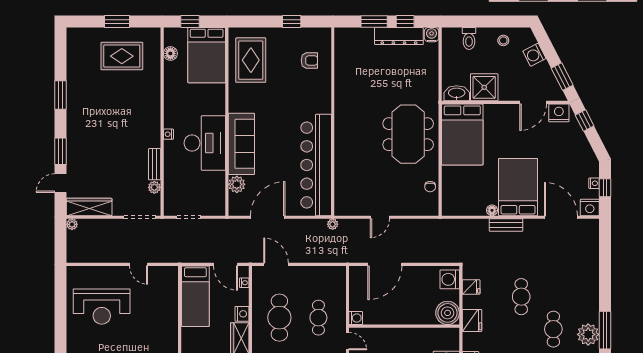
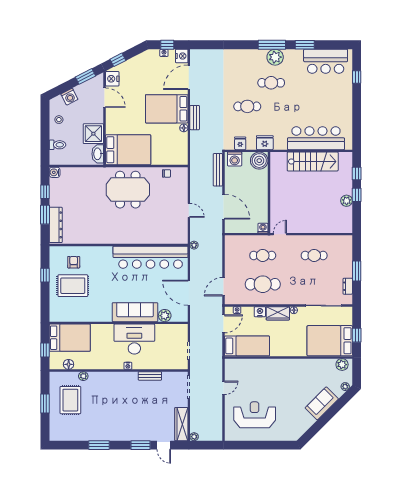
dresser: (399, 36) -> (56, 225), moved
rug: (251, 60) -> (73, 286), moved
plant: (154, 187) -> (83, 376), moved
bench: (435, 257) -> (218, 170), added
reception desk: (102, 307) -> (255, 415), turned -90

